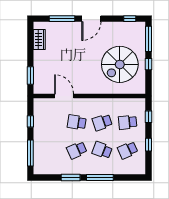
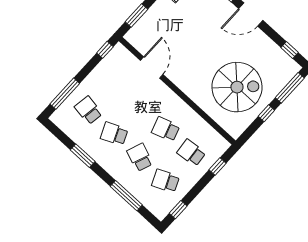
spiral stairs: (120, 64) -> (237, 87), turned 180
window: (30, 121) -> (105, 50), moved
school desk: (77, 122) -> (88, 110), moved
window: (149, 145) -> (178, 210), moved
window: (100, 177) -> (126, 196), moved

